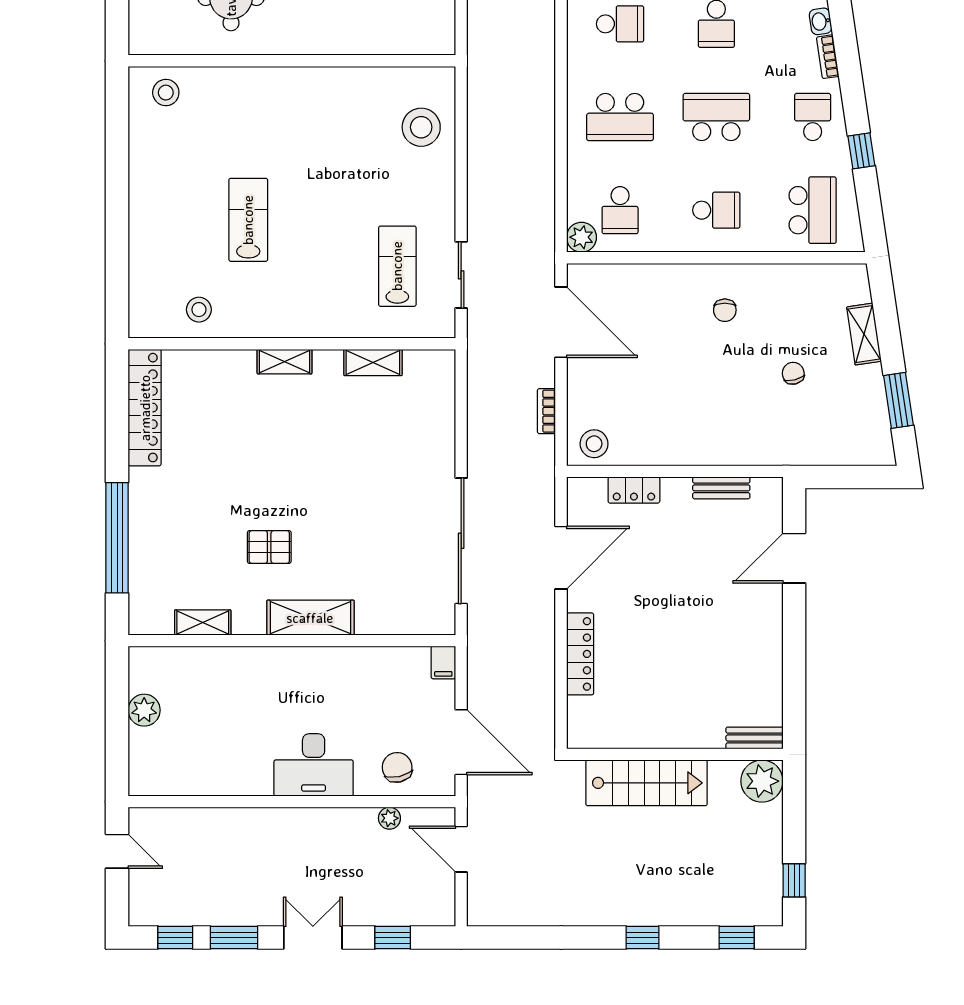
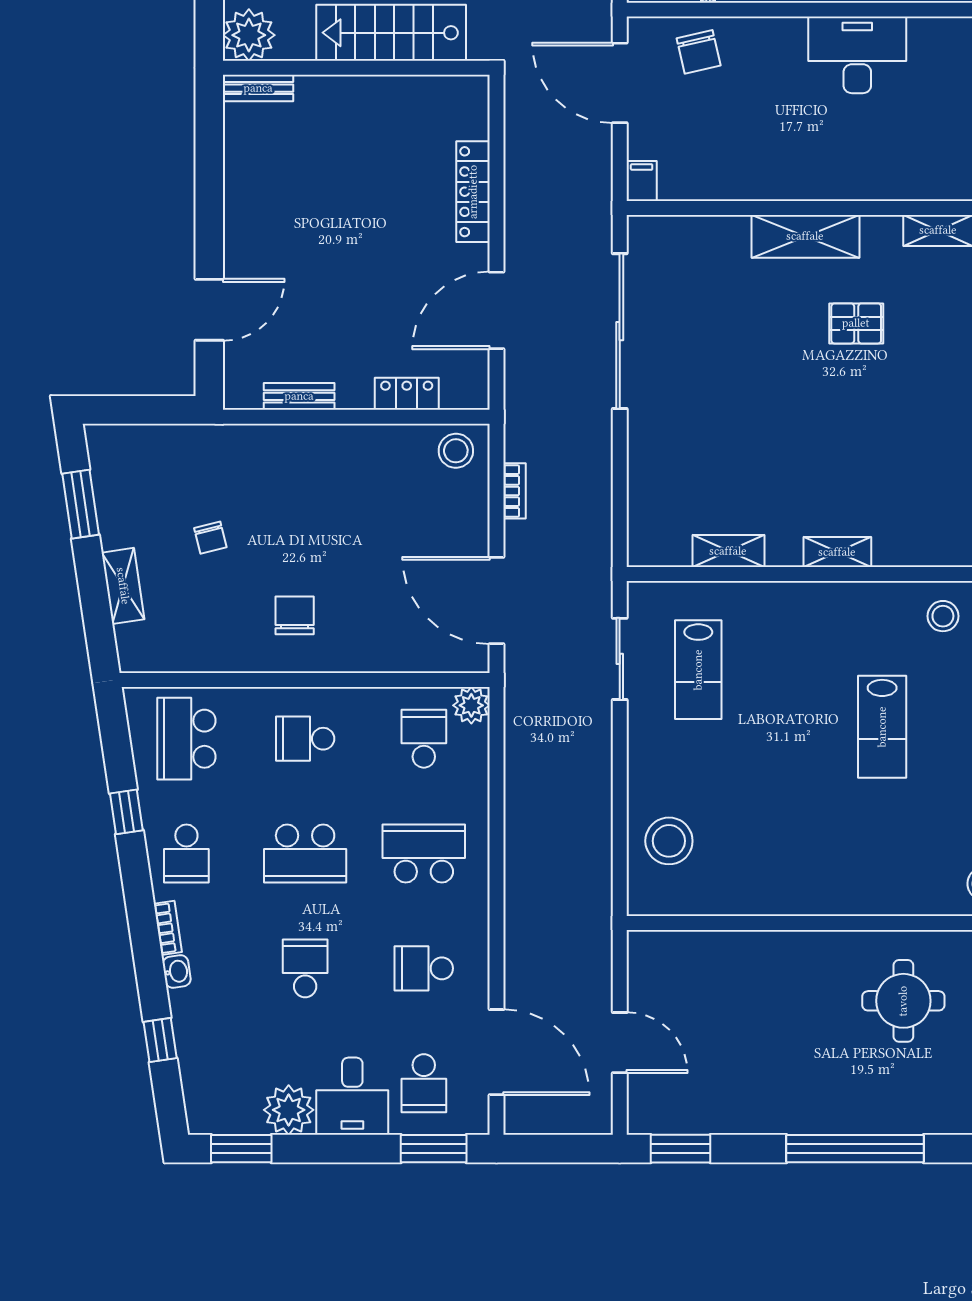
chair: (725, 310) -> (295, 615), width x1.37, depth x1.37
desk: (314, 765) -> (857, 55), moved

